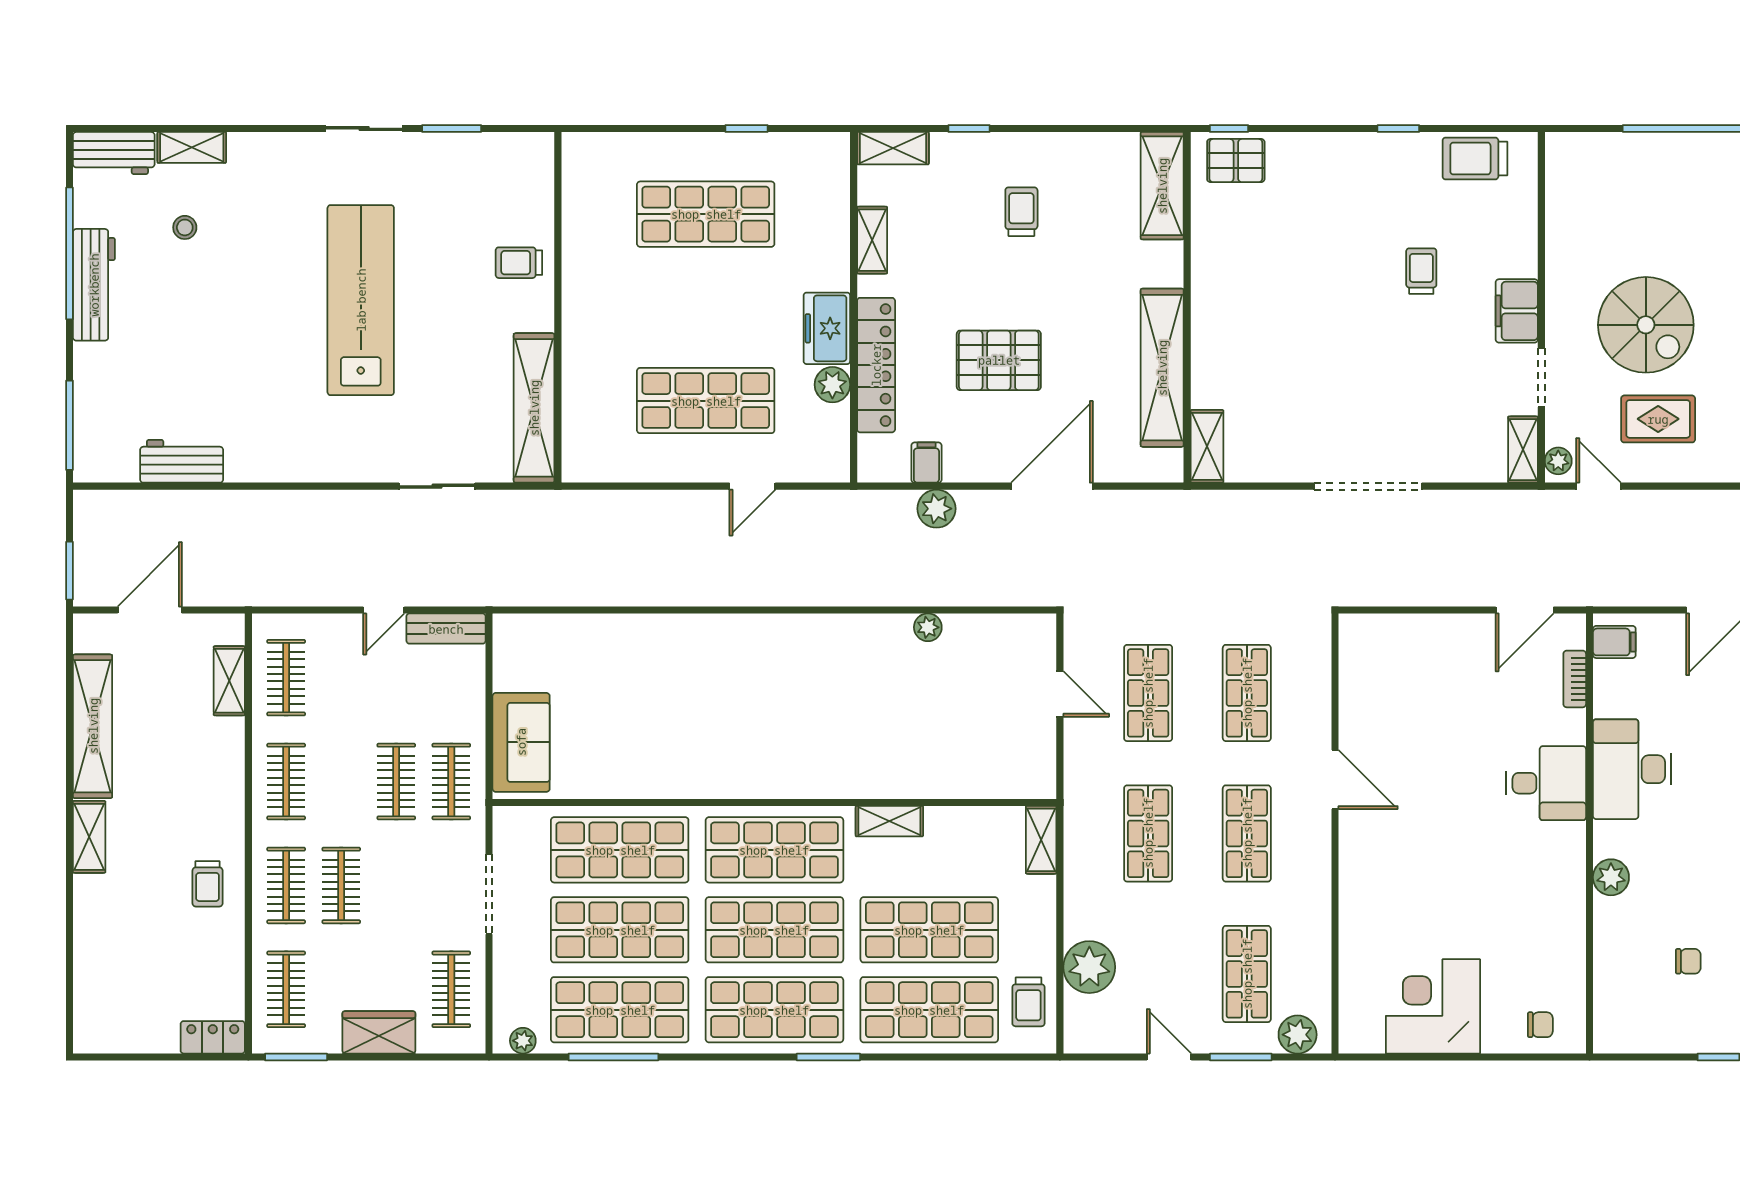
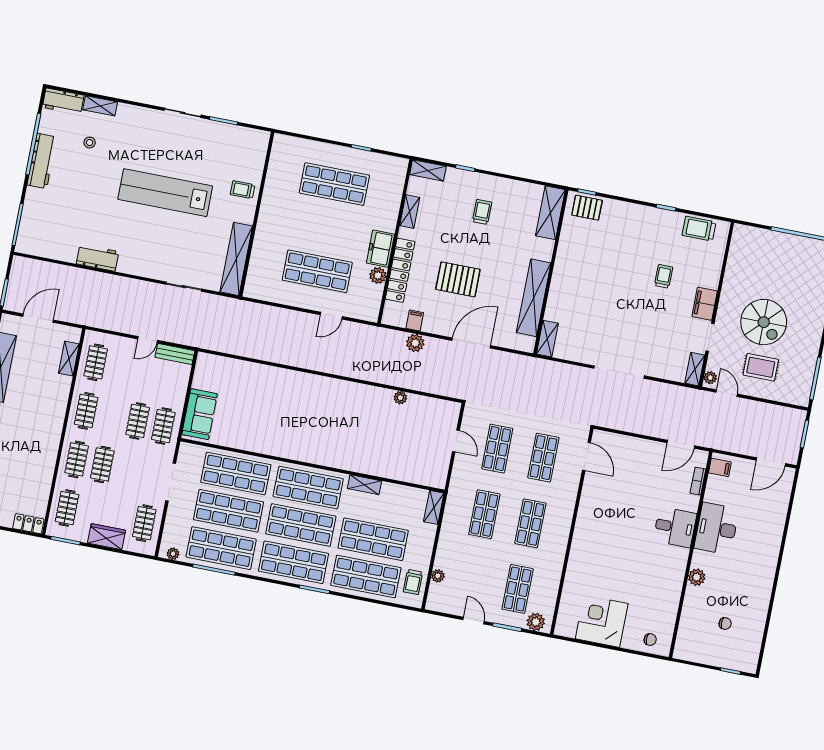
lab bench: (361, 300) -> (165, 193), turned -90
workbench: (182, 461) -> (98, 258), moved
door: (1335, 780) -> (586, 456), moved
trolley: (208, 884) -> (40, 451), removed
plant: (1089, 967) -> (438, 576), width x0.53, depth x0.53

